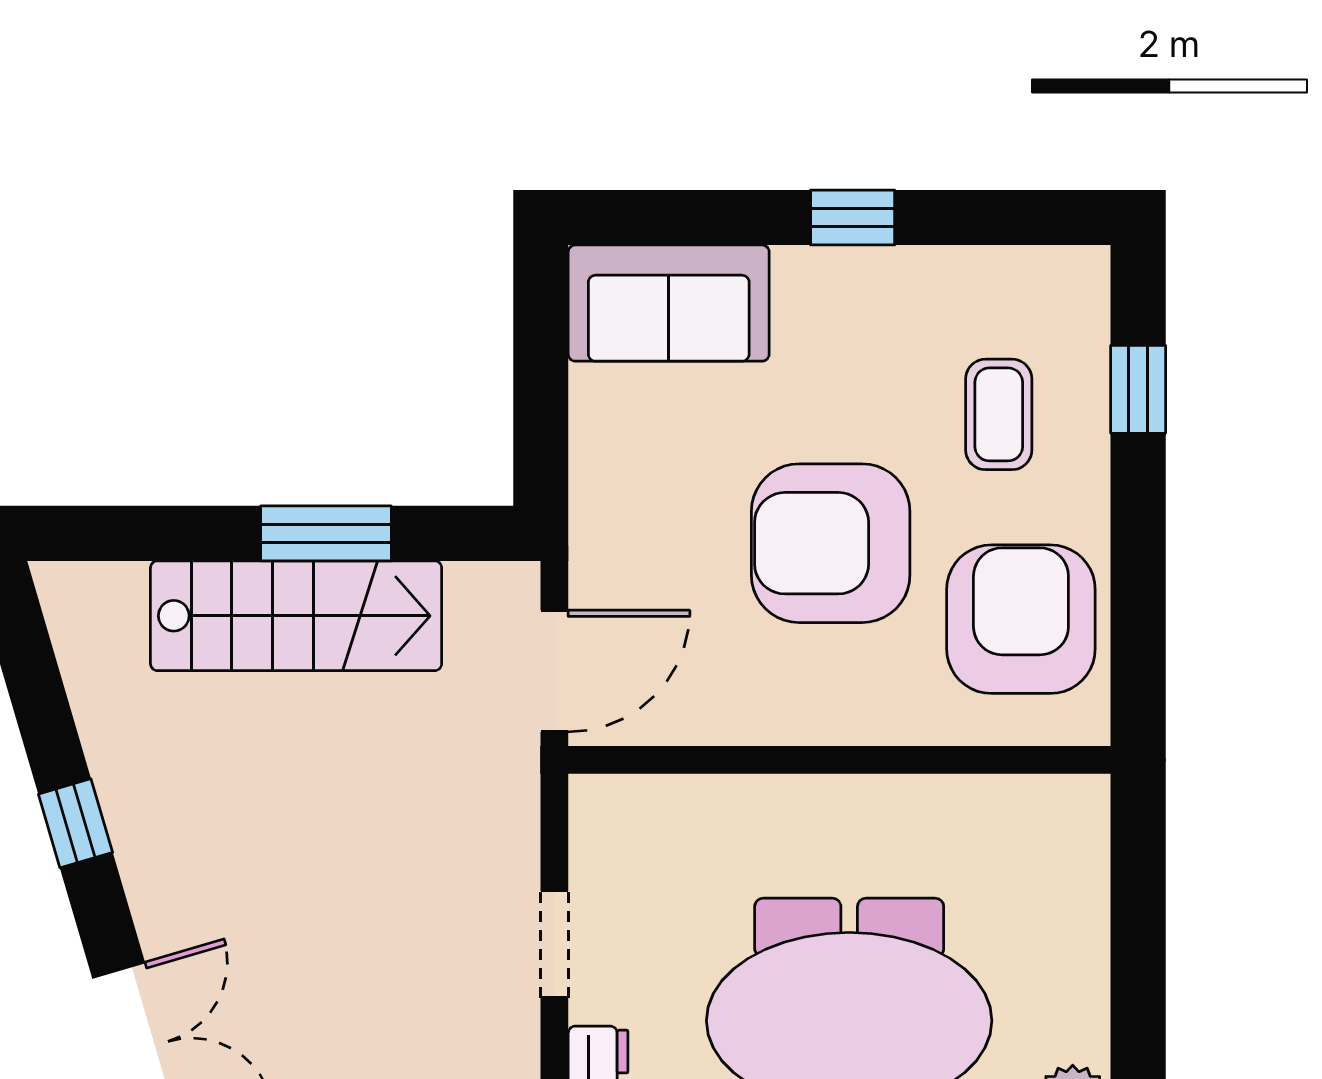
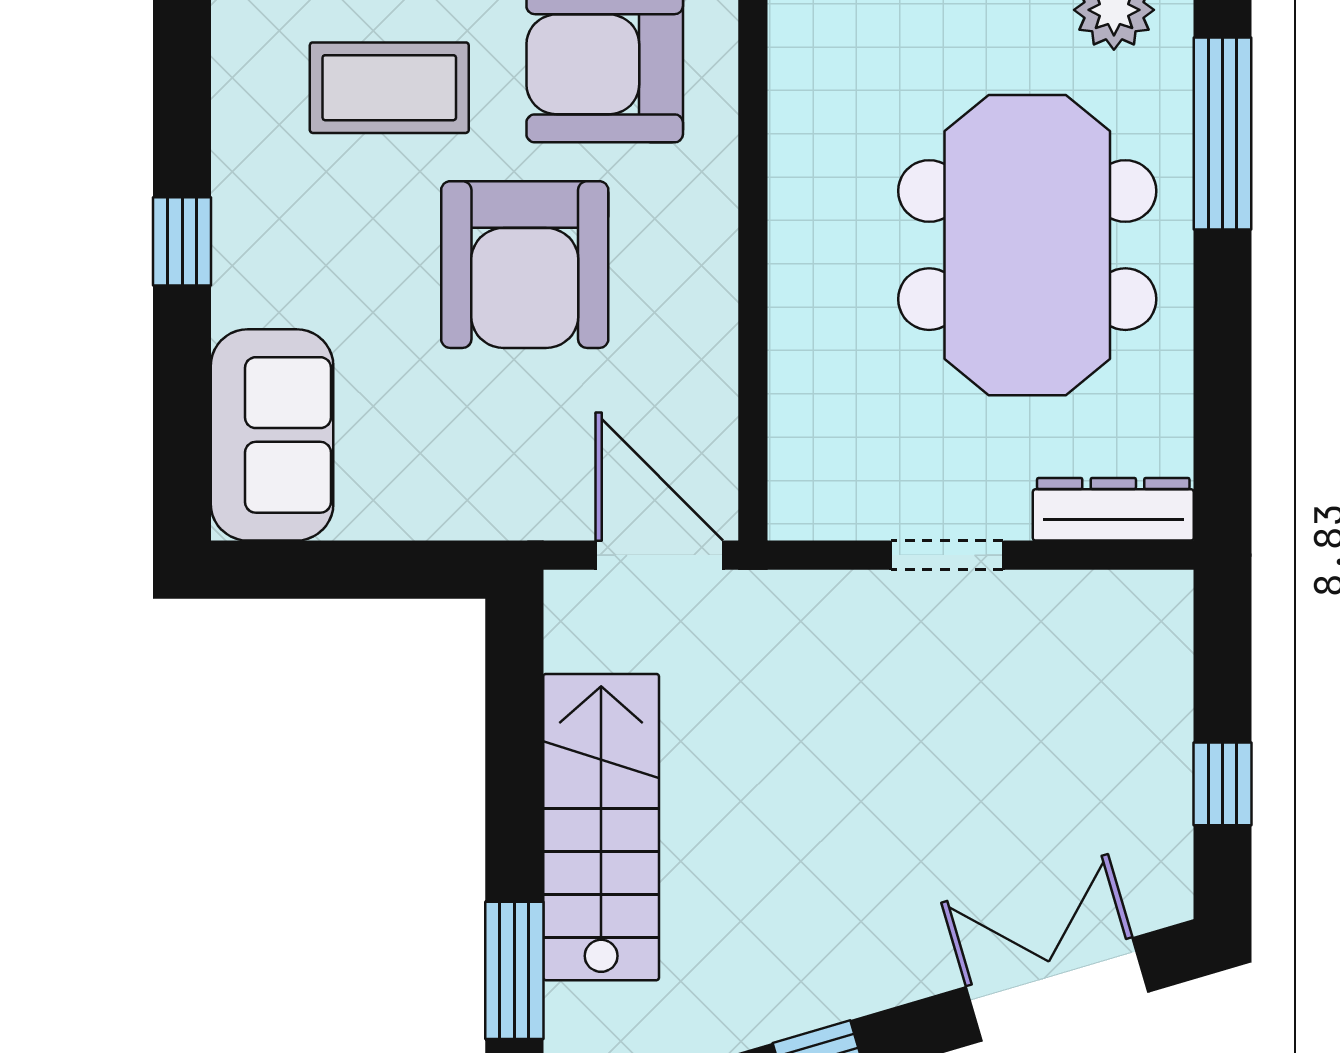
coffee table: (999, 414) -> (389, 88), width x1.36, depth x1.30
window: (326, 533) -> (514, 970), moved

